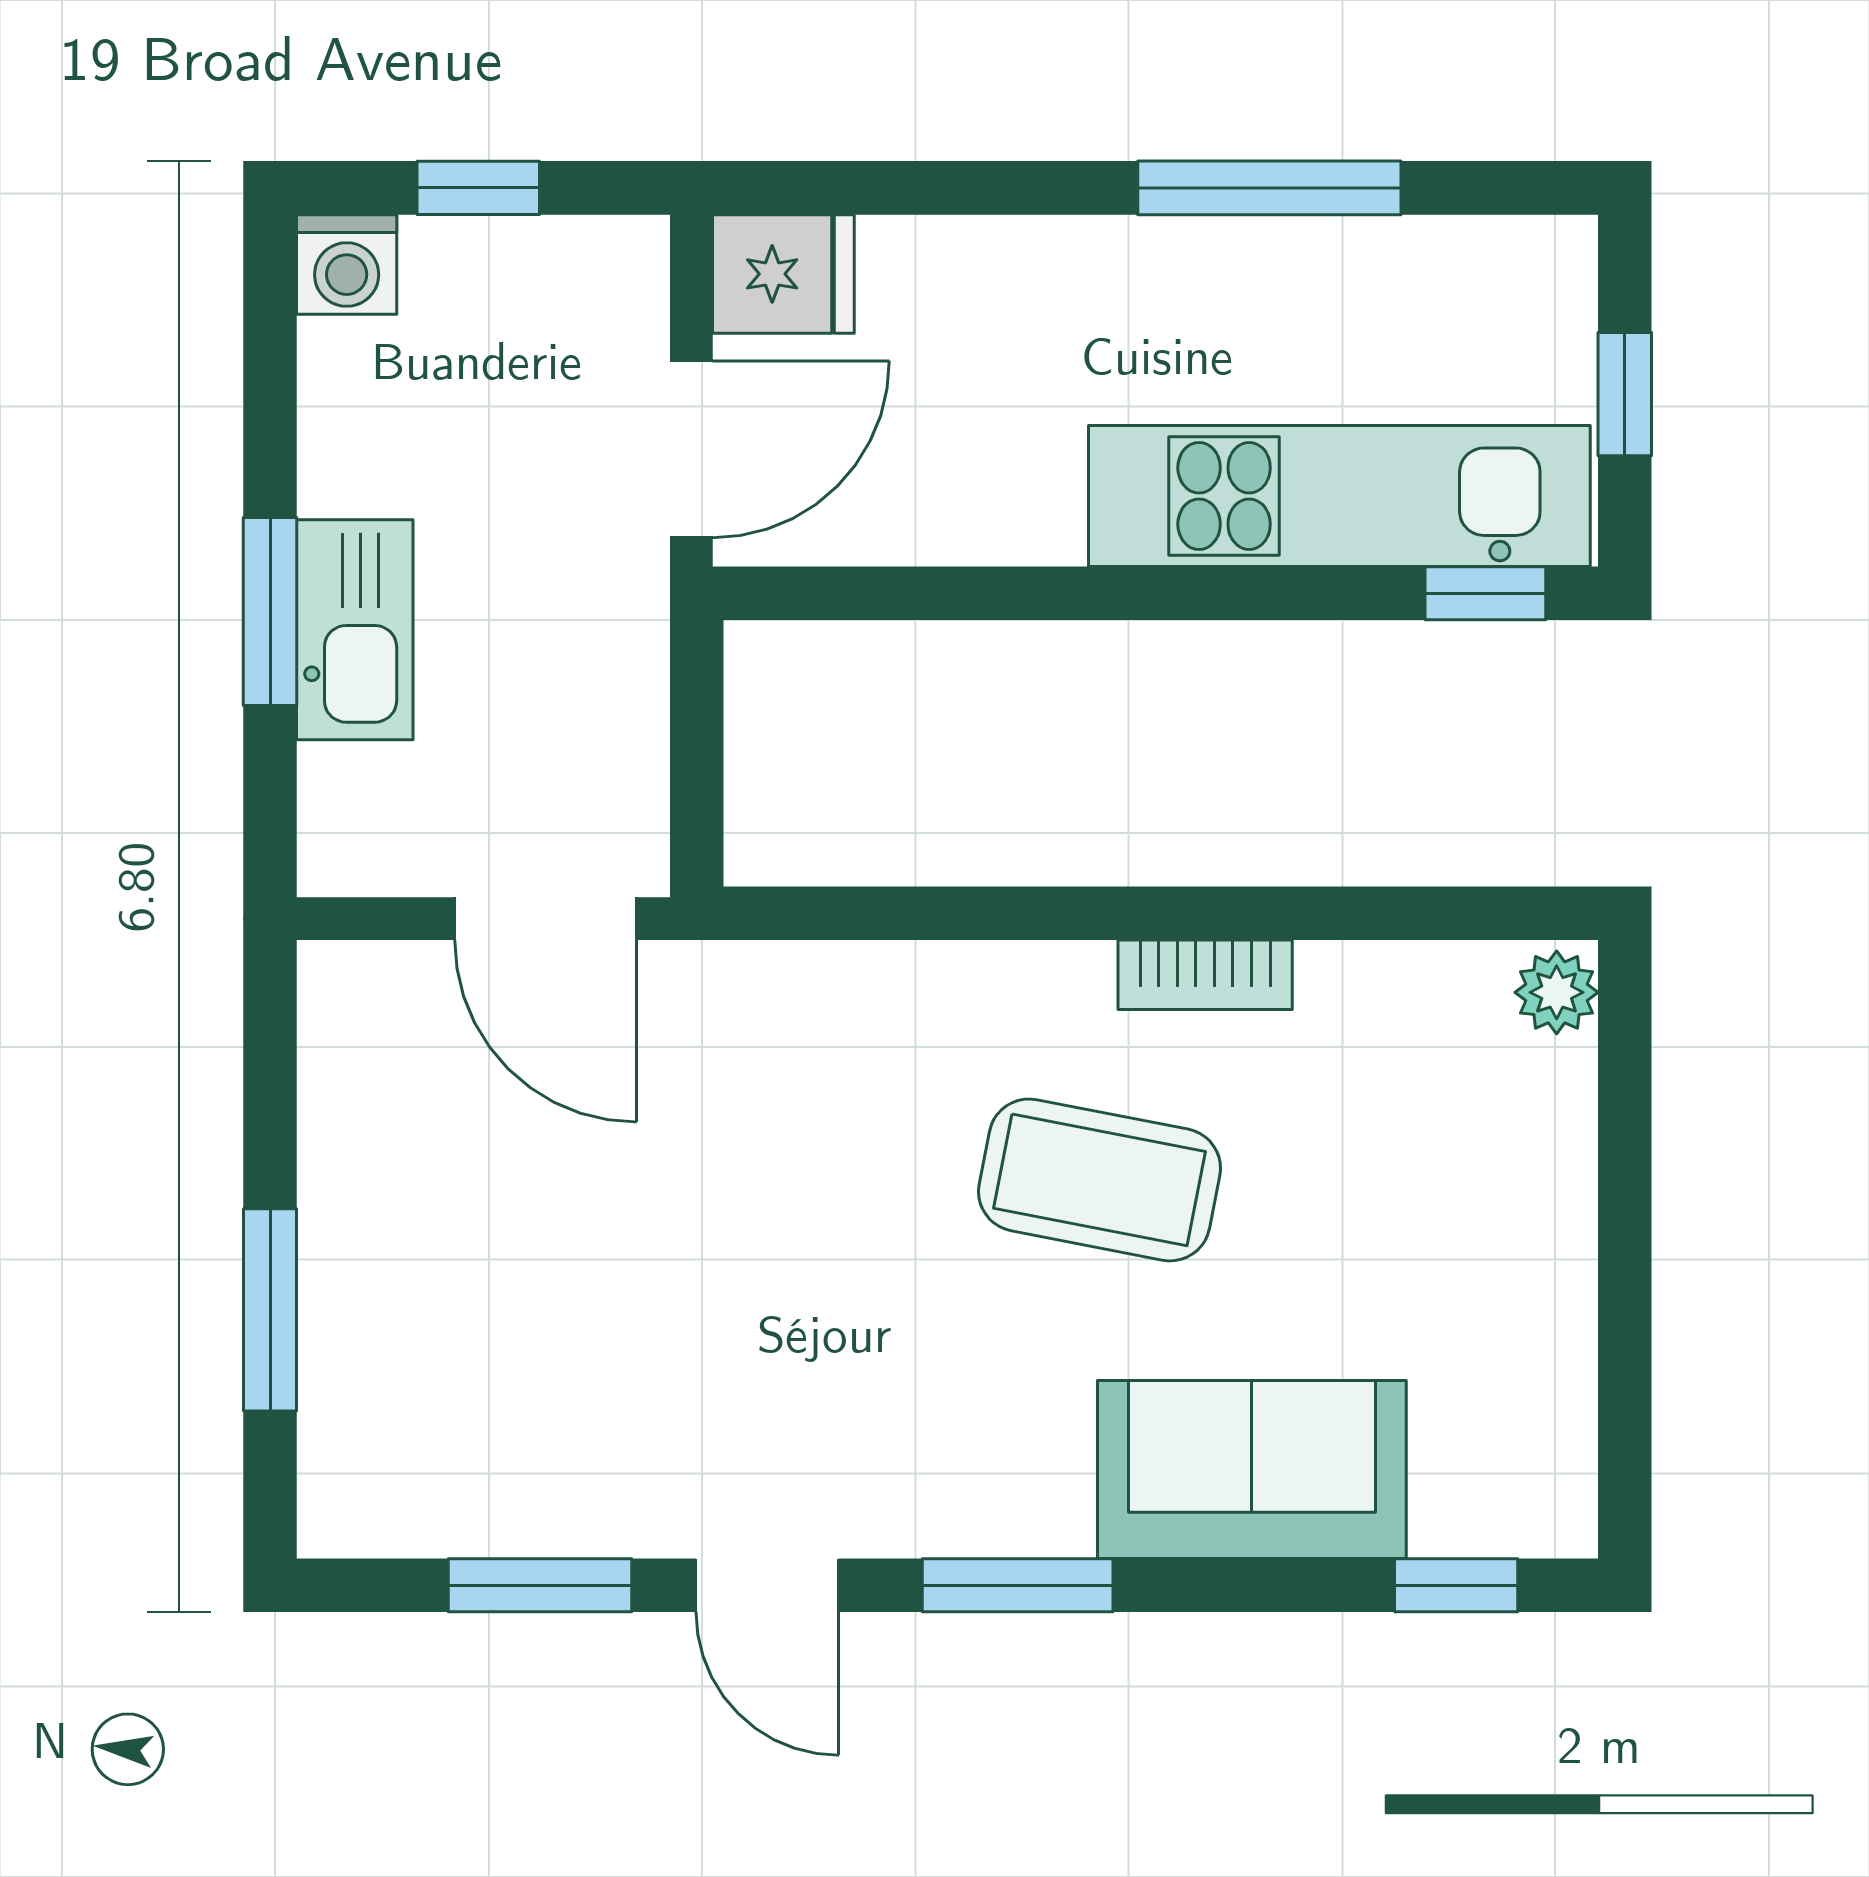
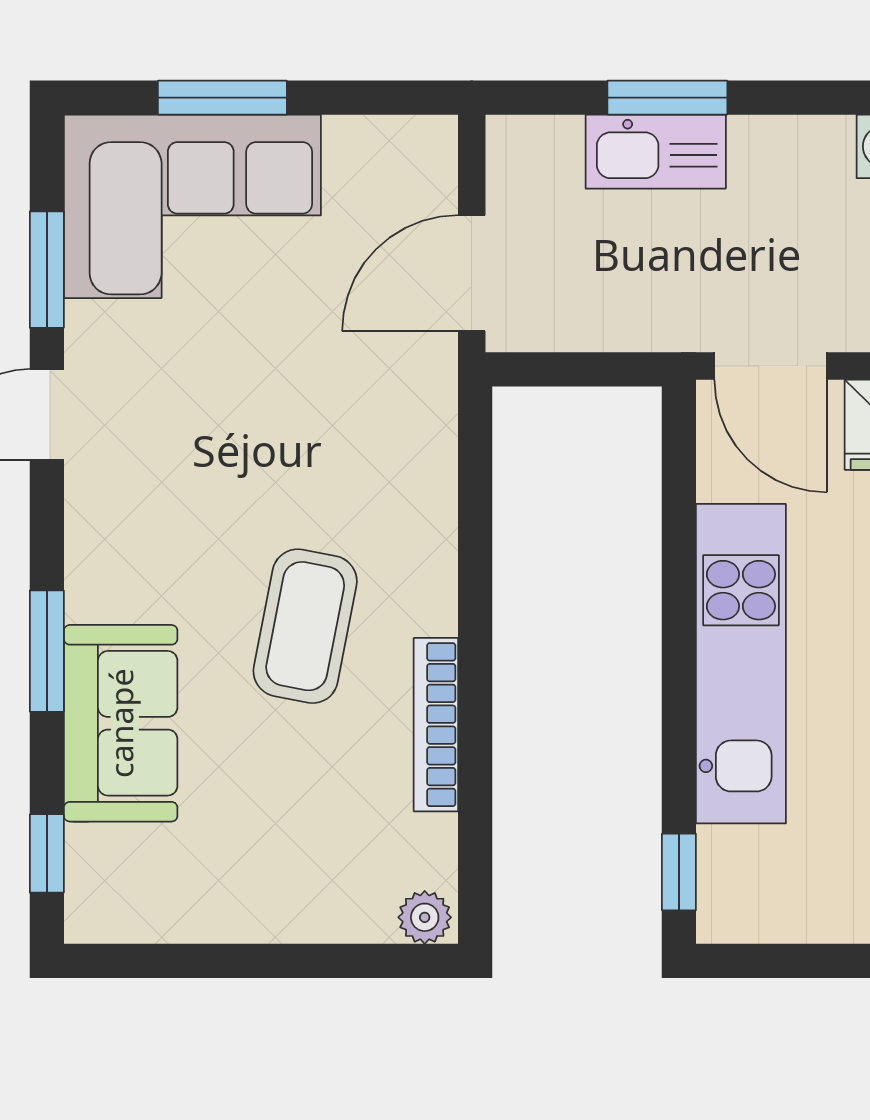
window: (1625, 394) -> (806, 961), removed
kitchen unit: (1339, 496) -> (741, 664), moved
bookcase: (1205, 975) -> (436, 725), width x1.56
corner sofa: (441, 1357) -> (192, 206), added
window: (1018, 1585) -> (47, 651), moved

